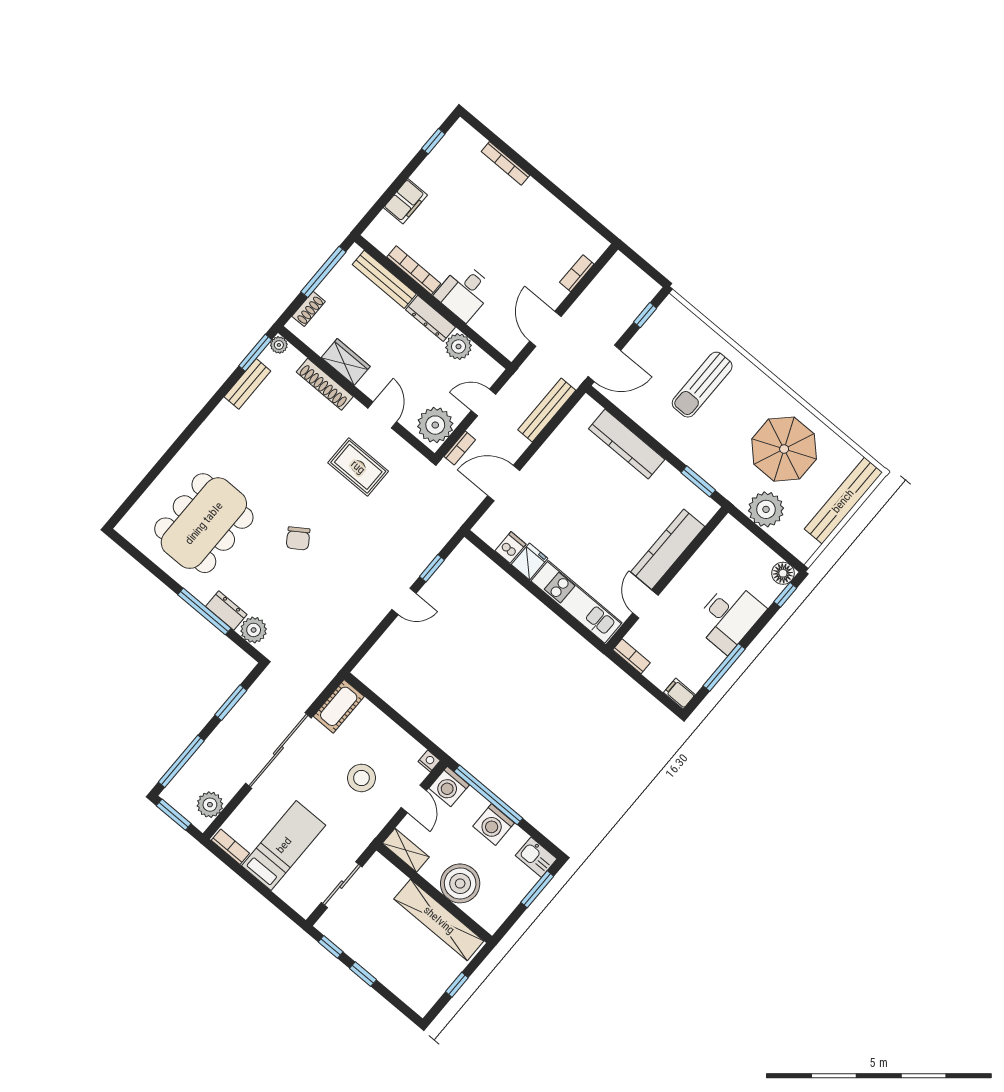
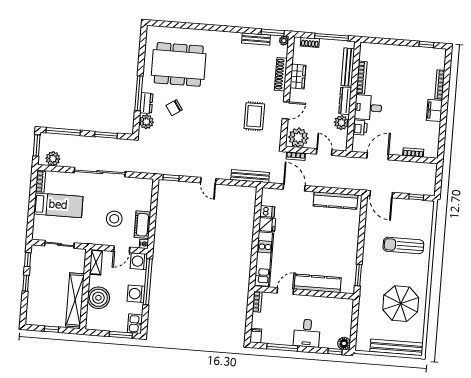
filing cabinet: (405, 201) -> (434, 110), moved, turned 90
printer: (485, 324) -> (360, 128), added
bench: (547, 410) -> (250, 176), moved
kitchen counter: (627, 444) -> (336, 201), moved, turned -90
plant: (766, 509) -> (367, 315), removed
chair: (298, 538) -> (174, 108), moved
window: (432, 568) -> (171, 178), moved
desk: (729, 617) -> (307, 333), width x0.73
cot: (339, 706) -> (142, 225), moved, turned 90

